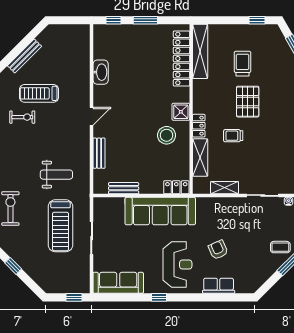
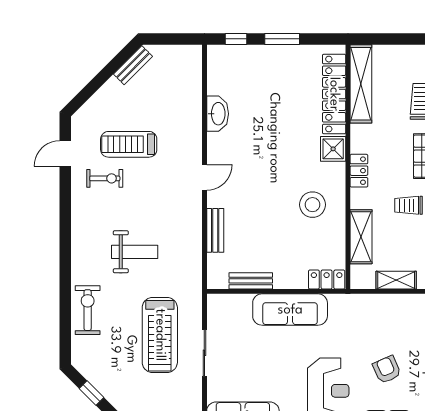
bench: (24, 56) -> (133, 65), moved, width x0.73
shower: (181, 112) -> (333, 149), moved
locker: (199, 126) -> (359, 171), moved
weight bench: (56, 175) -> (135, 252), moved
sofa: (160, 211) -> (290, 310), width x0.74, depth x0.79

